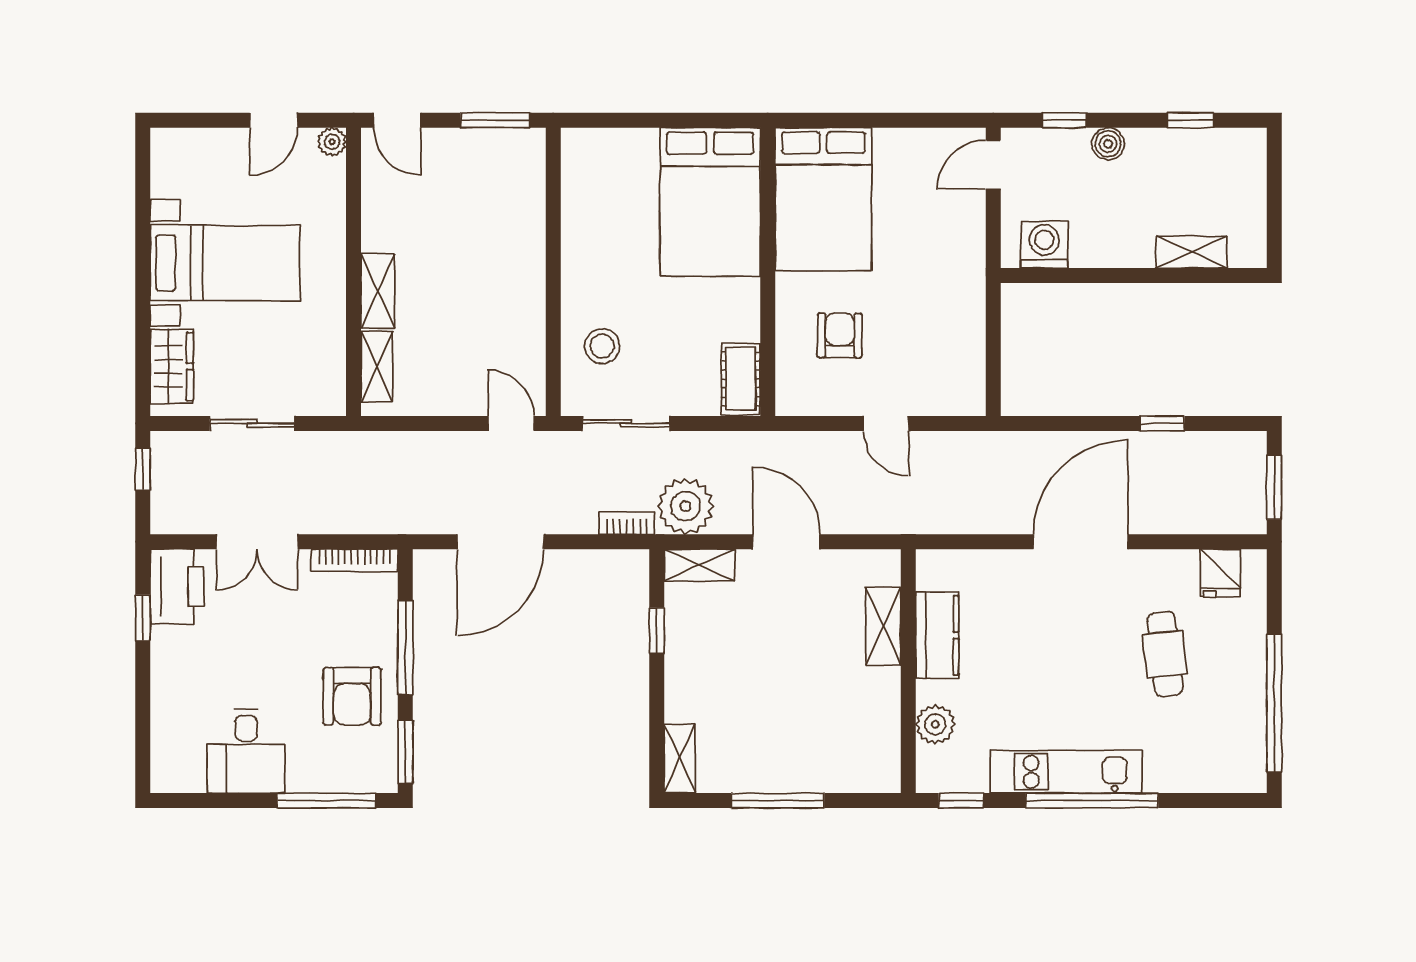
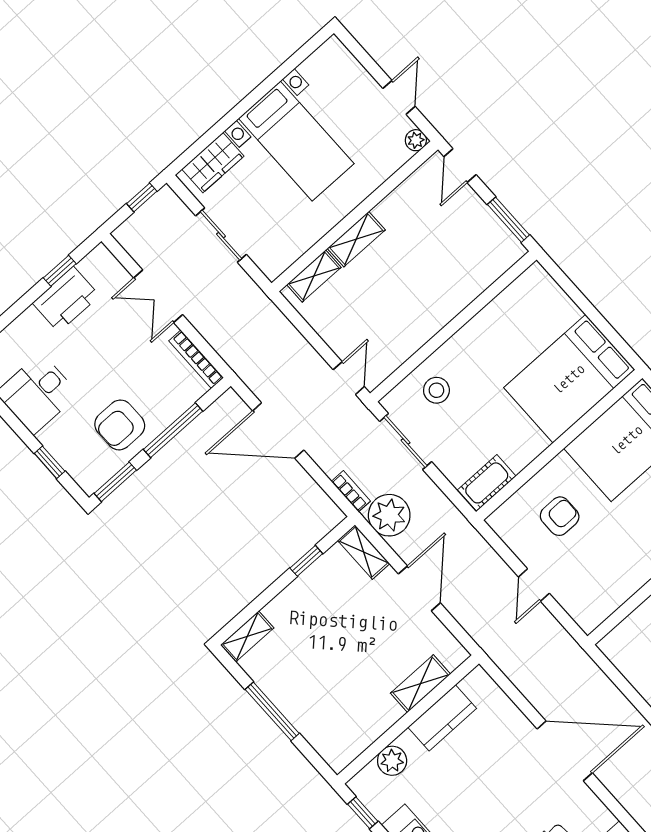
door: (274, 120) -> (399, 97), swing flipped
printer: (177, 587) -> (66, 299), moved
window: (327, 801) -> (50, 462), width x0.46

